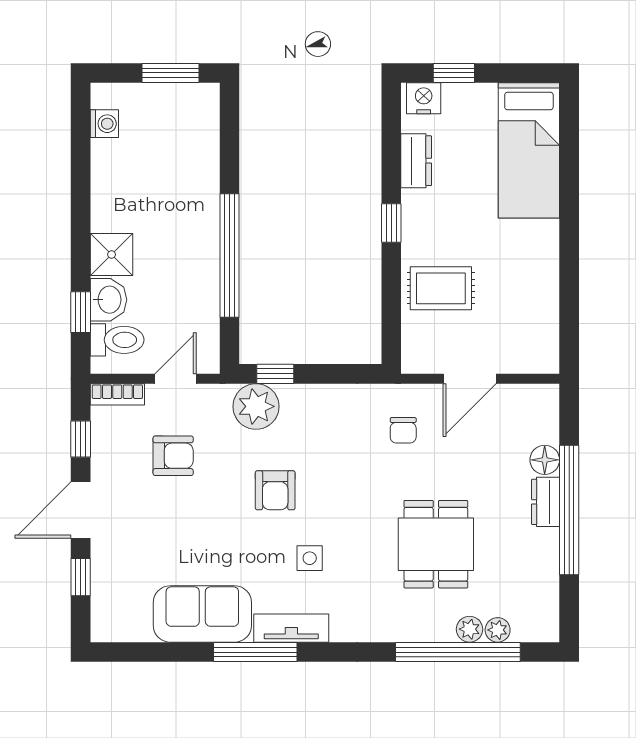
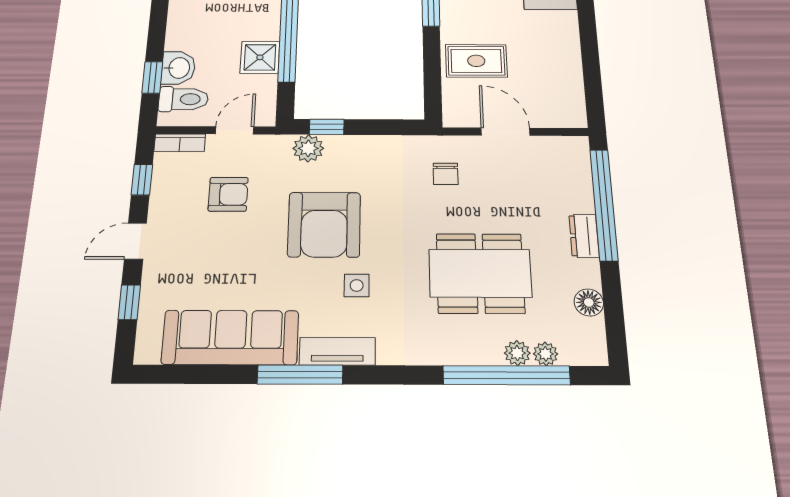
shower: (112, 255) -> (260, 57), moved
door: (470, 379) -> (506, 132), swing flipped
plant: (256, 406) -> (308, 148), width x0.73, depth x0.73
floor lamp: (545, 460) -> (589, 302), moved
armchair: (275, 490) -> (324, 225), width x1.88, depth x1.88
door: (81, 510) -> (136, 241), width x0.73
window: (569, 510) -> (604, 204), moved
dining table: (436, 544) -> (480, 273), width x1.38
sofa: (202, 614) -> (230, 337), width x1.36

